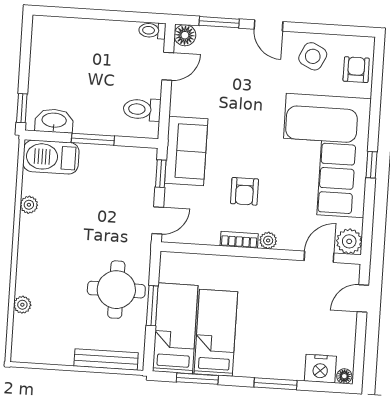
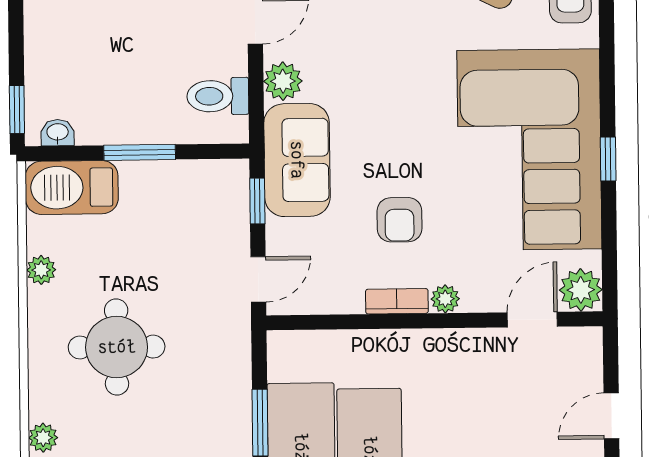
plant: (181, 103) -> (283, 81), added
washbasin: (54, 121) -> (58, 133), width x0.52, depth x0.69
round table: (116, 290) -> (117, 347), moved
door: (363, 298) -> (611, 416), moved

